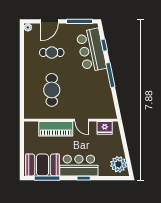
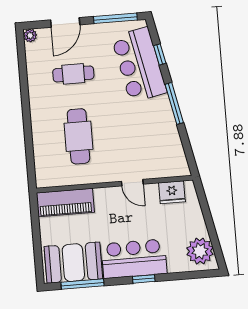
piano: (56, 129) -> (65, 202), moved

